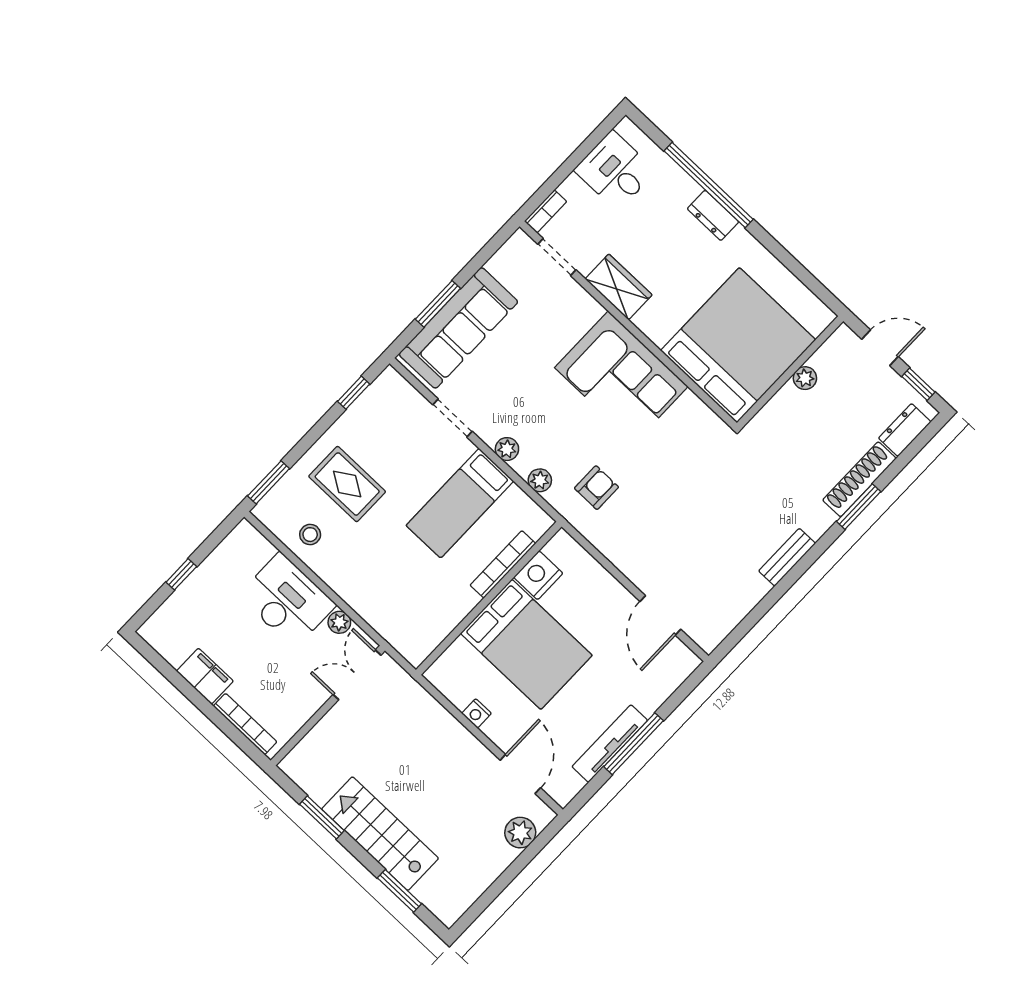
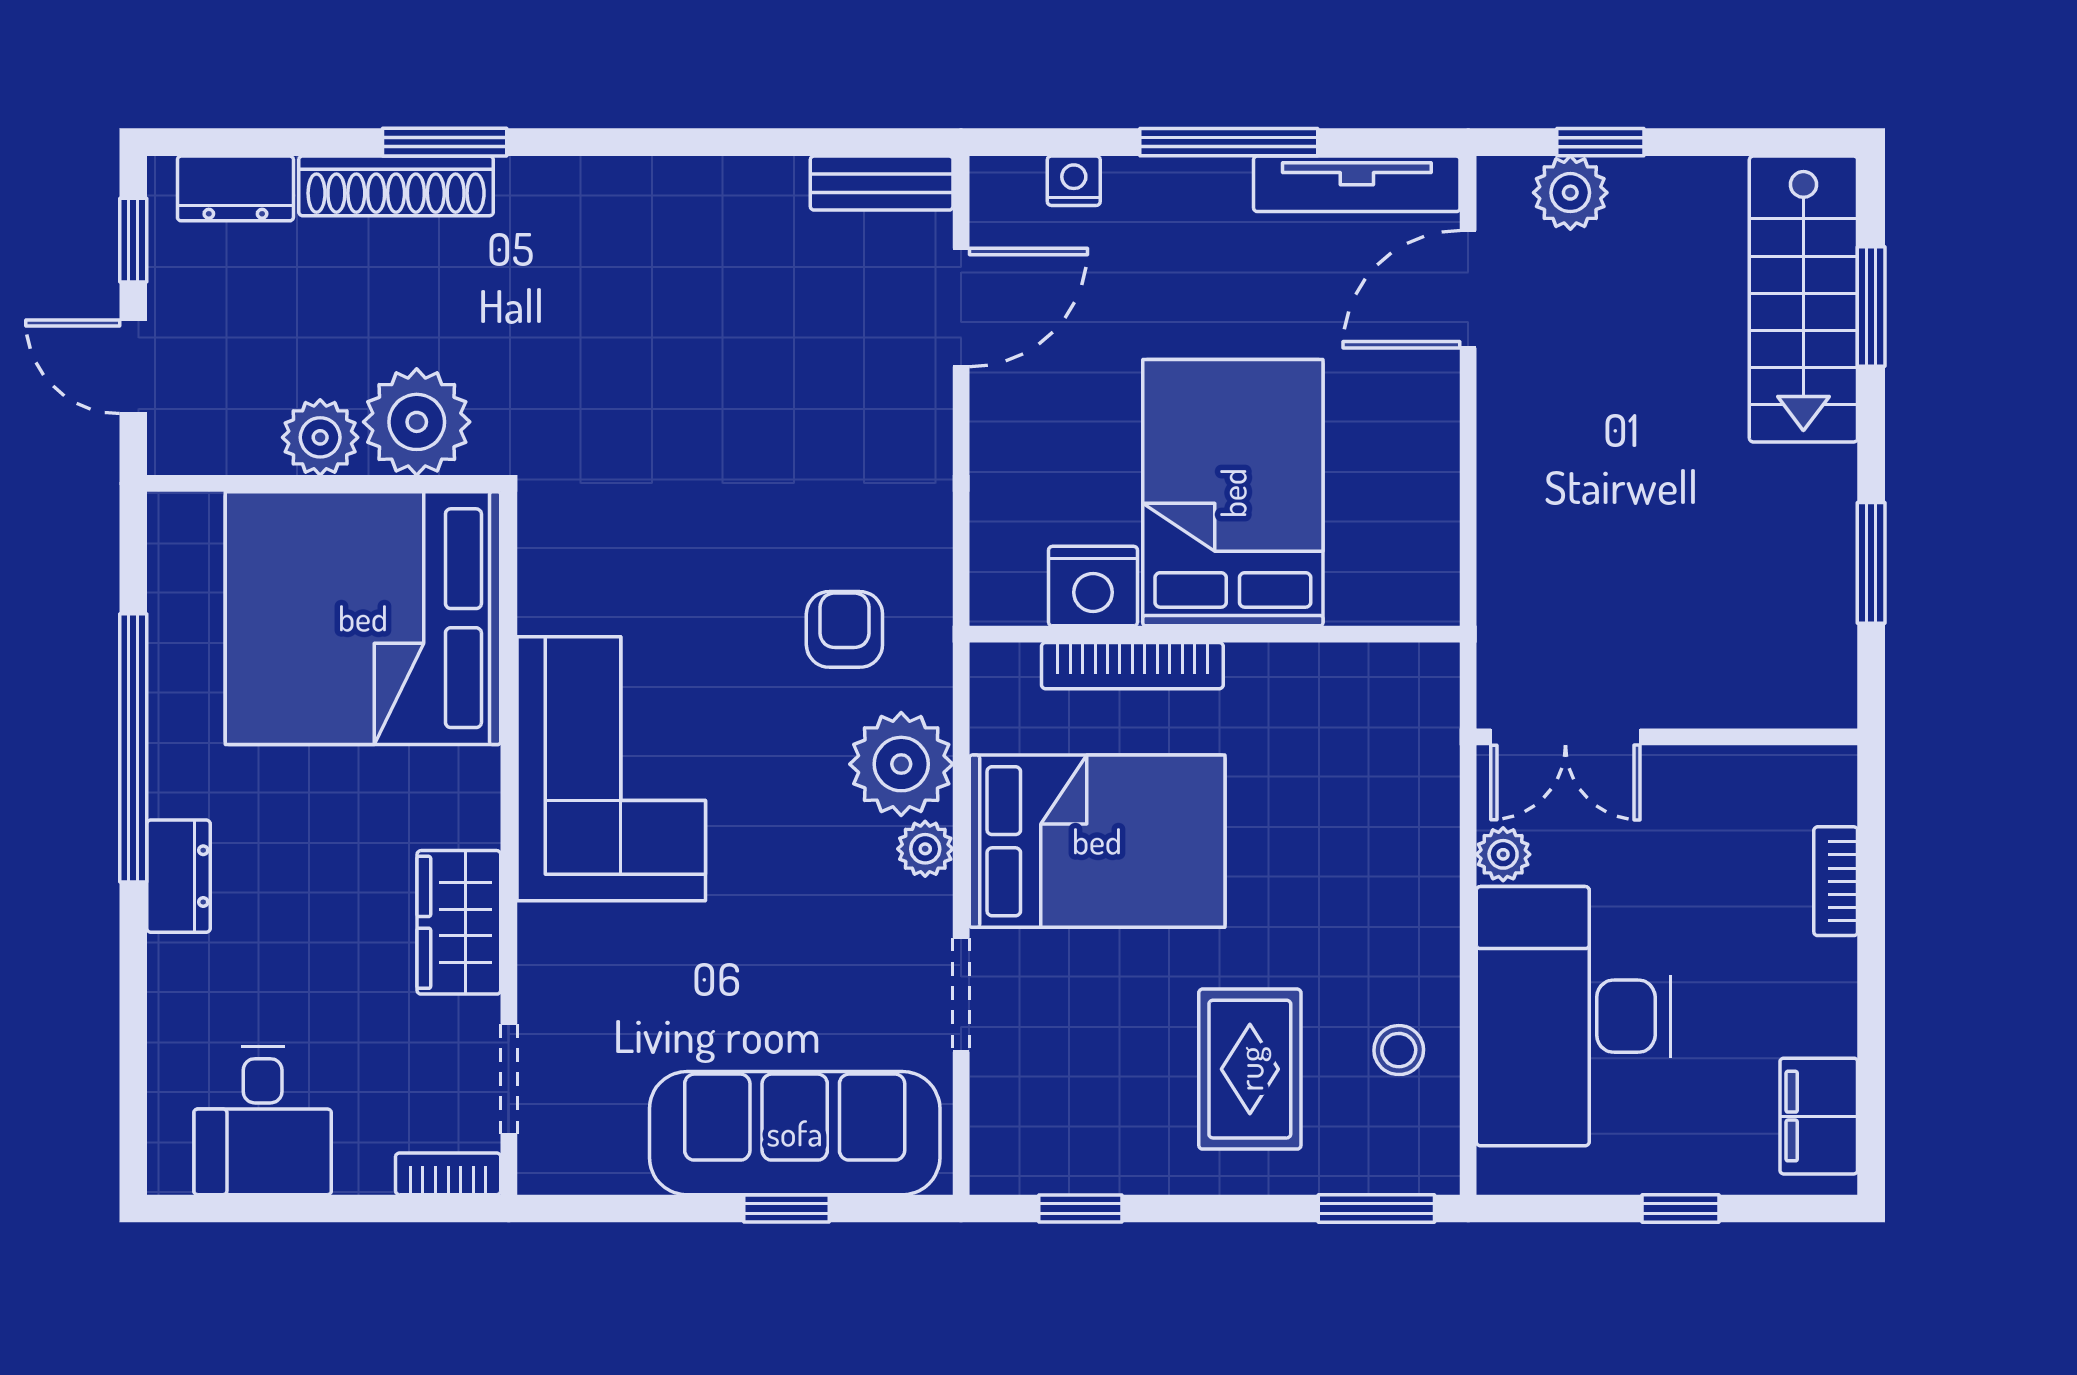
window: (709, 185) -> (133, 748), moved
window: (438, 304) -> (786, 1208), width x0.67
plant: (805, 378) -> (320, 437), width x1.38, depth x1.38
plant: (782, 418) -> (417, 422), added
plant: (540, 480) -> (901, 764), width x1.87, depth x1.87
armchair: (596, 488) -> (844, 629), turned 90
bed: (460, 503) -> (1097, 841), width x1.50
bench: (787, 557) -> (882, 183), moved
desk: (287, 600) -> (1574, 1016), width x1.36, depth x1.30
filing cabinet: (205, 676) -> (1819, 1116), moved
nightstand: (477, 713) -> (1074, 181), moved, turned -90
bookcase: (245, 724) -> (1836, 881), width x0.64
tv unit: (610, 744) -> (1357, 184), moved
stairs: (380, 834) -> (1803, 299), moved
window: (527, 856) -> (1600, 142), added

